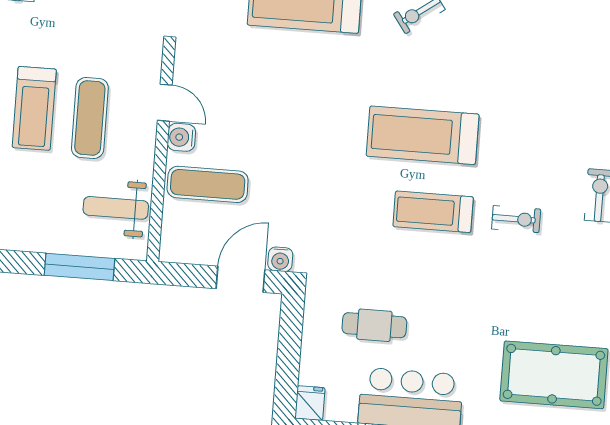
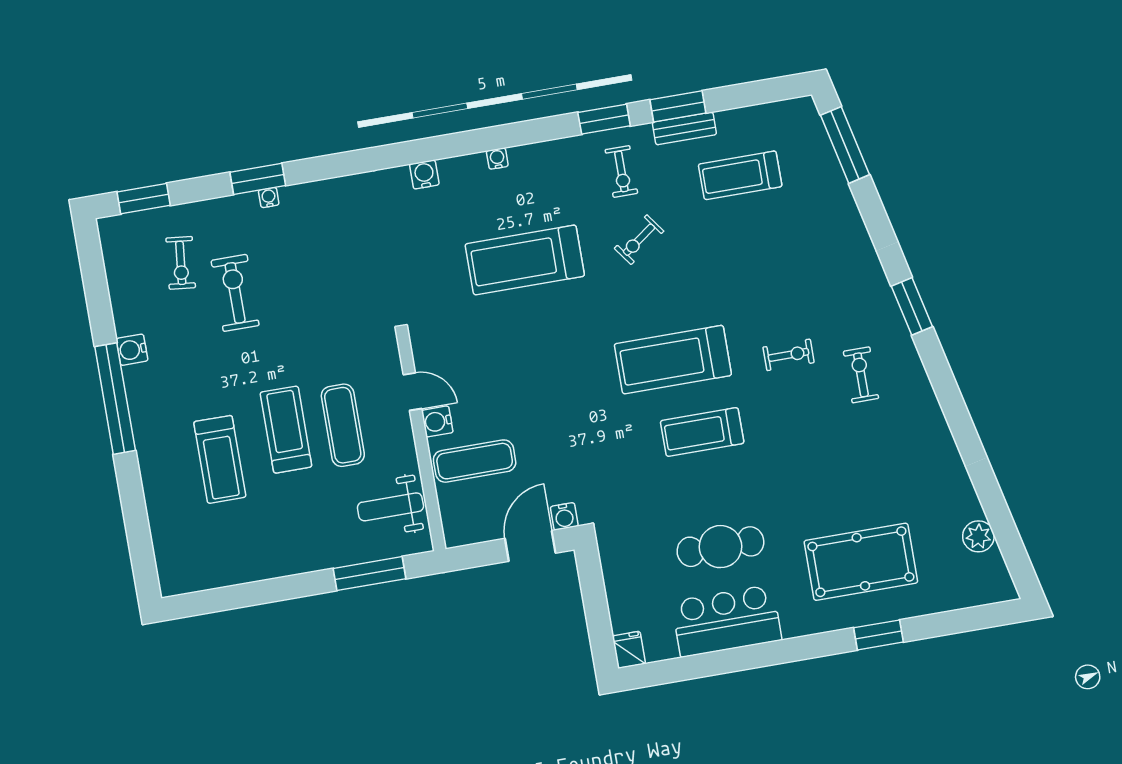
treadmill: (34, 108) -> (286, 430), turned 180
exercise bike: (516, 219) -> (789, 355), moved
cafe table: (374, 325) -> (720, 547), moved, width x1.37, depth x1.35

